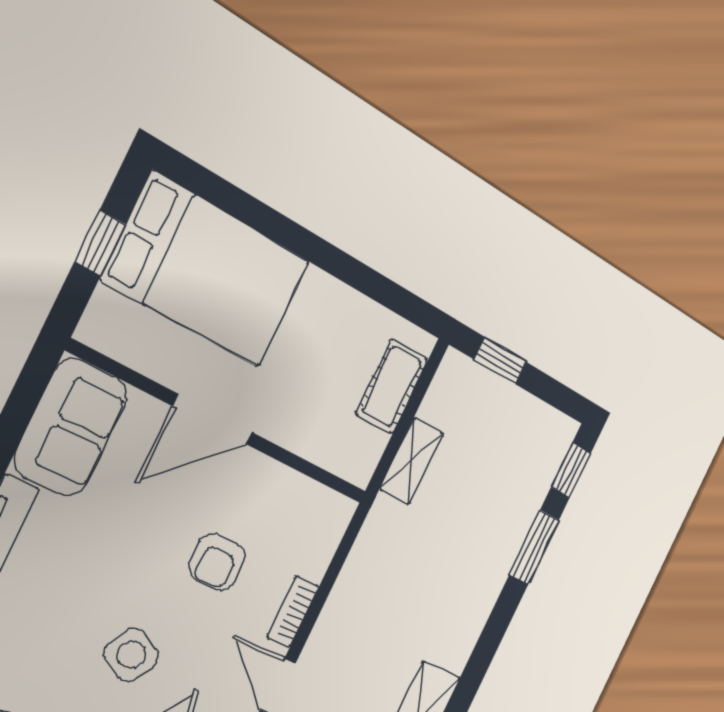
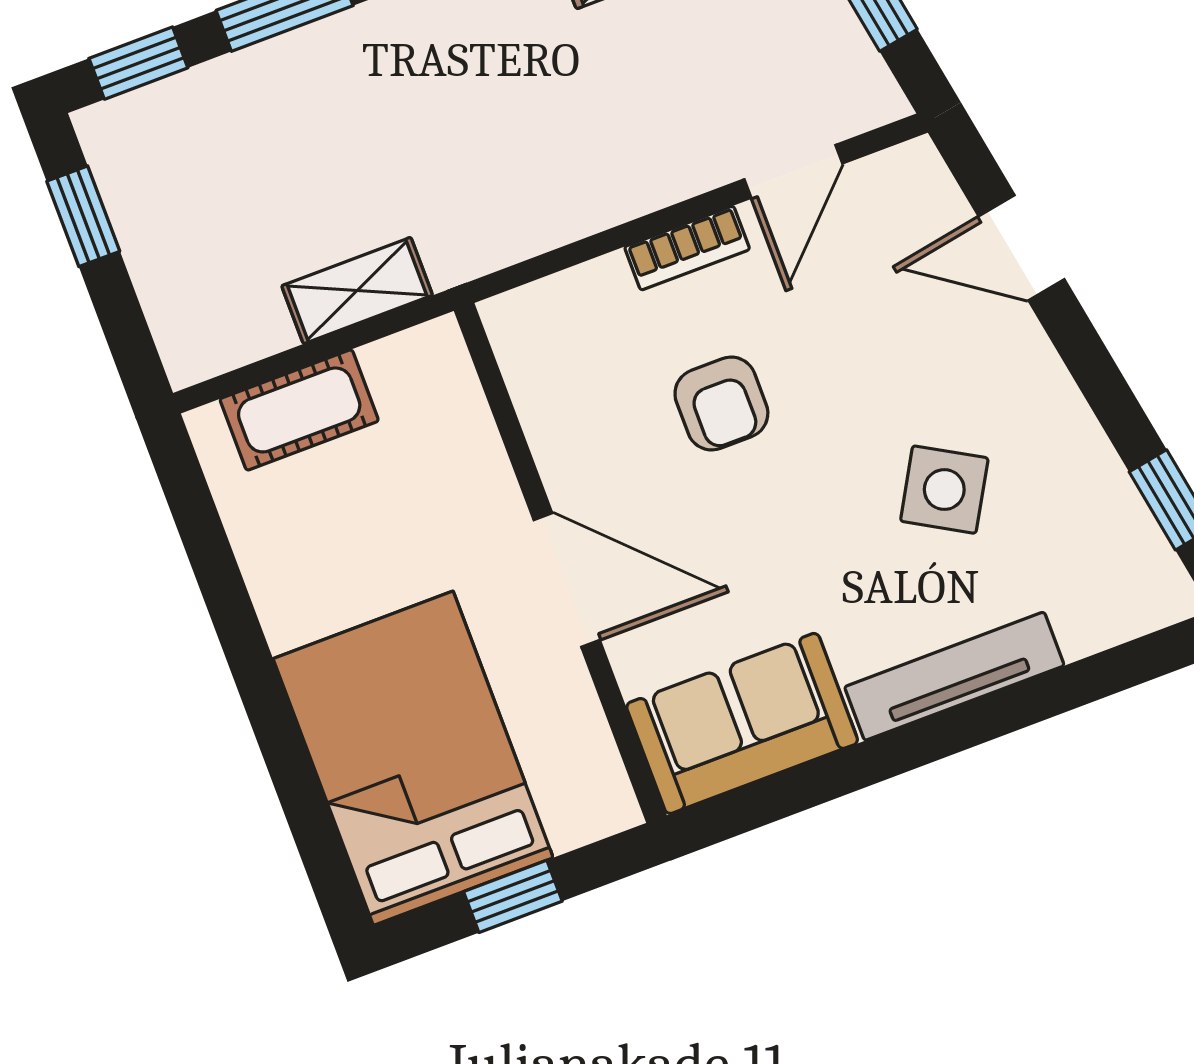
window: (500, 361) -> (83, 216), moved
armchair: (217, 562) -> (721, 404), turned 90
side table: (131, 655) -> (944, 490), moved

